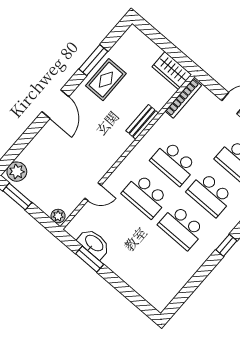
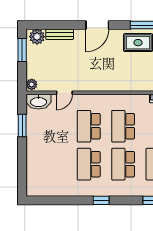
bench: (142, 122) -> (60, 34), moved
door: (93, 192) -> (64, 93), hinge flipped
washbasin: (94, 243) -> (39, 102), moved, turned 90

